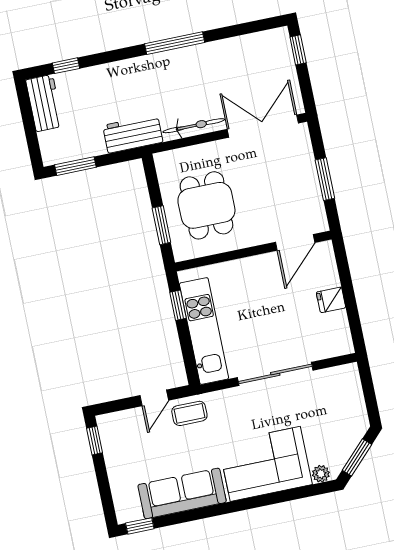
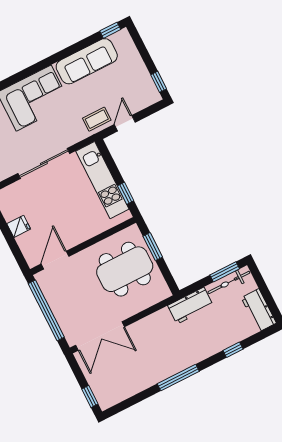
window: (66, 66) -> (233, 350), moved
bicycle: (194, 126) -> (229, 282), moved
window: (325, 179) -> (46, 310), width x2.11
dining table: (206, 205) -> (125, 269), width x1.38

